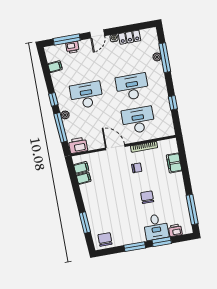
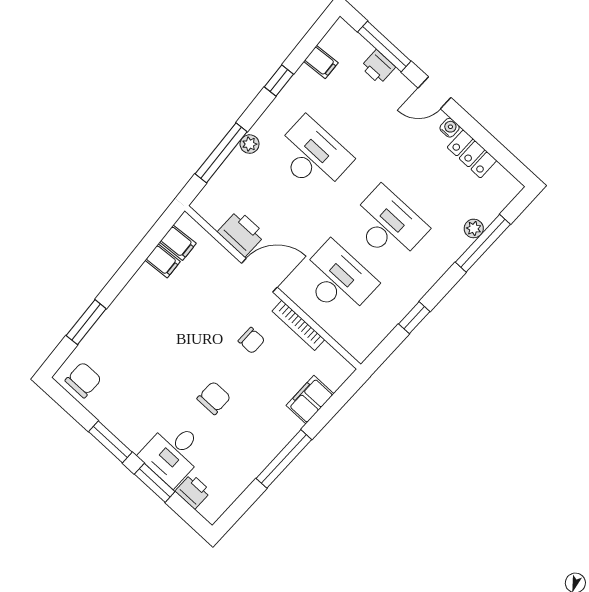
window: (53, 99) -> (279, 81), moved
printer: (78, 145) -> (241, 233), moved
door: (115, 147) -> (259, 275), hinge flipped
window: (192, 209) -> (284, 459), moved

